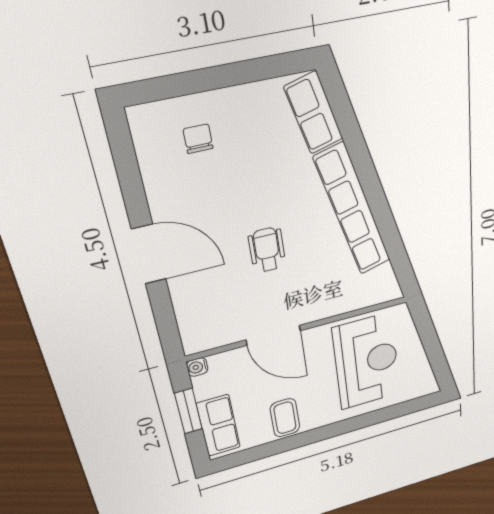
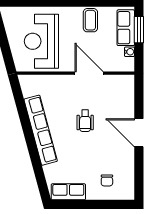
row of seats: (314, 113) -> (68, 192), moved, turned -75
water cooler: (197, 367) -> (129, 52), moved
window: (188, 411) -> (139, 30), moved

